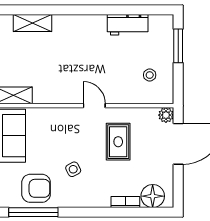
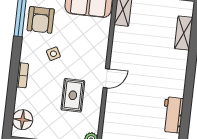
stool: (150, 75) -> (127, 129), removed
rug: (118, 142) -> (73, 95), turned 90
bookcase: (125, 202) -> (22, 75), moved

